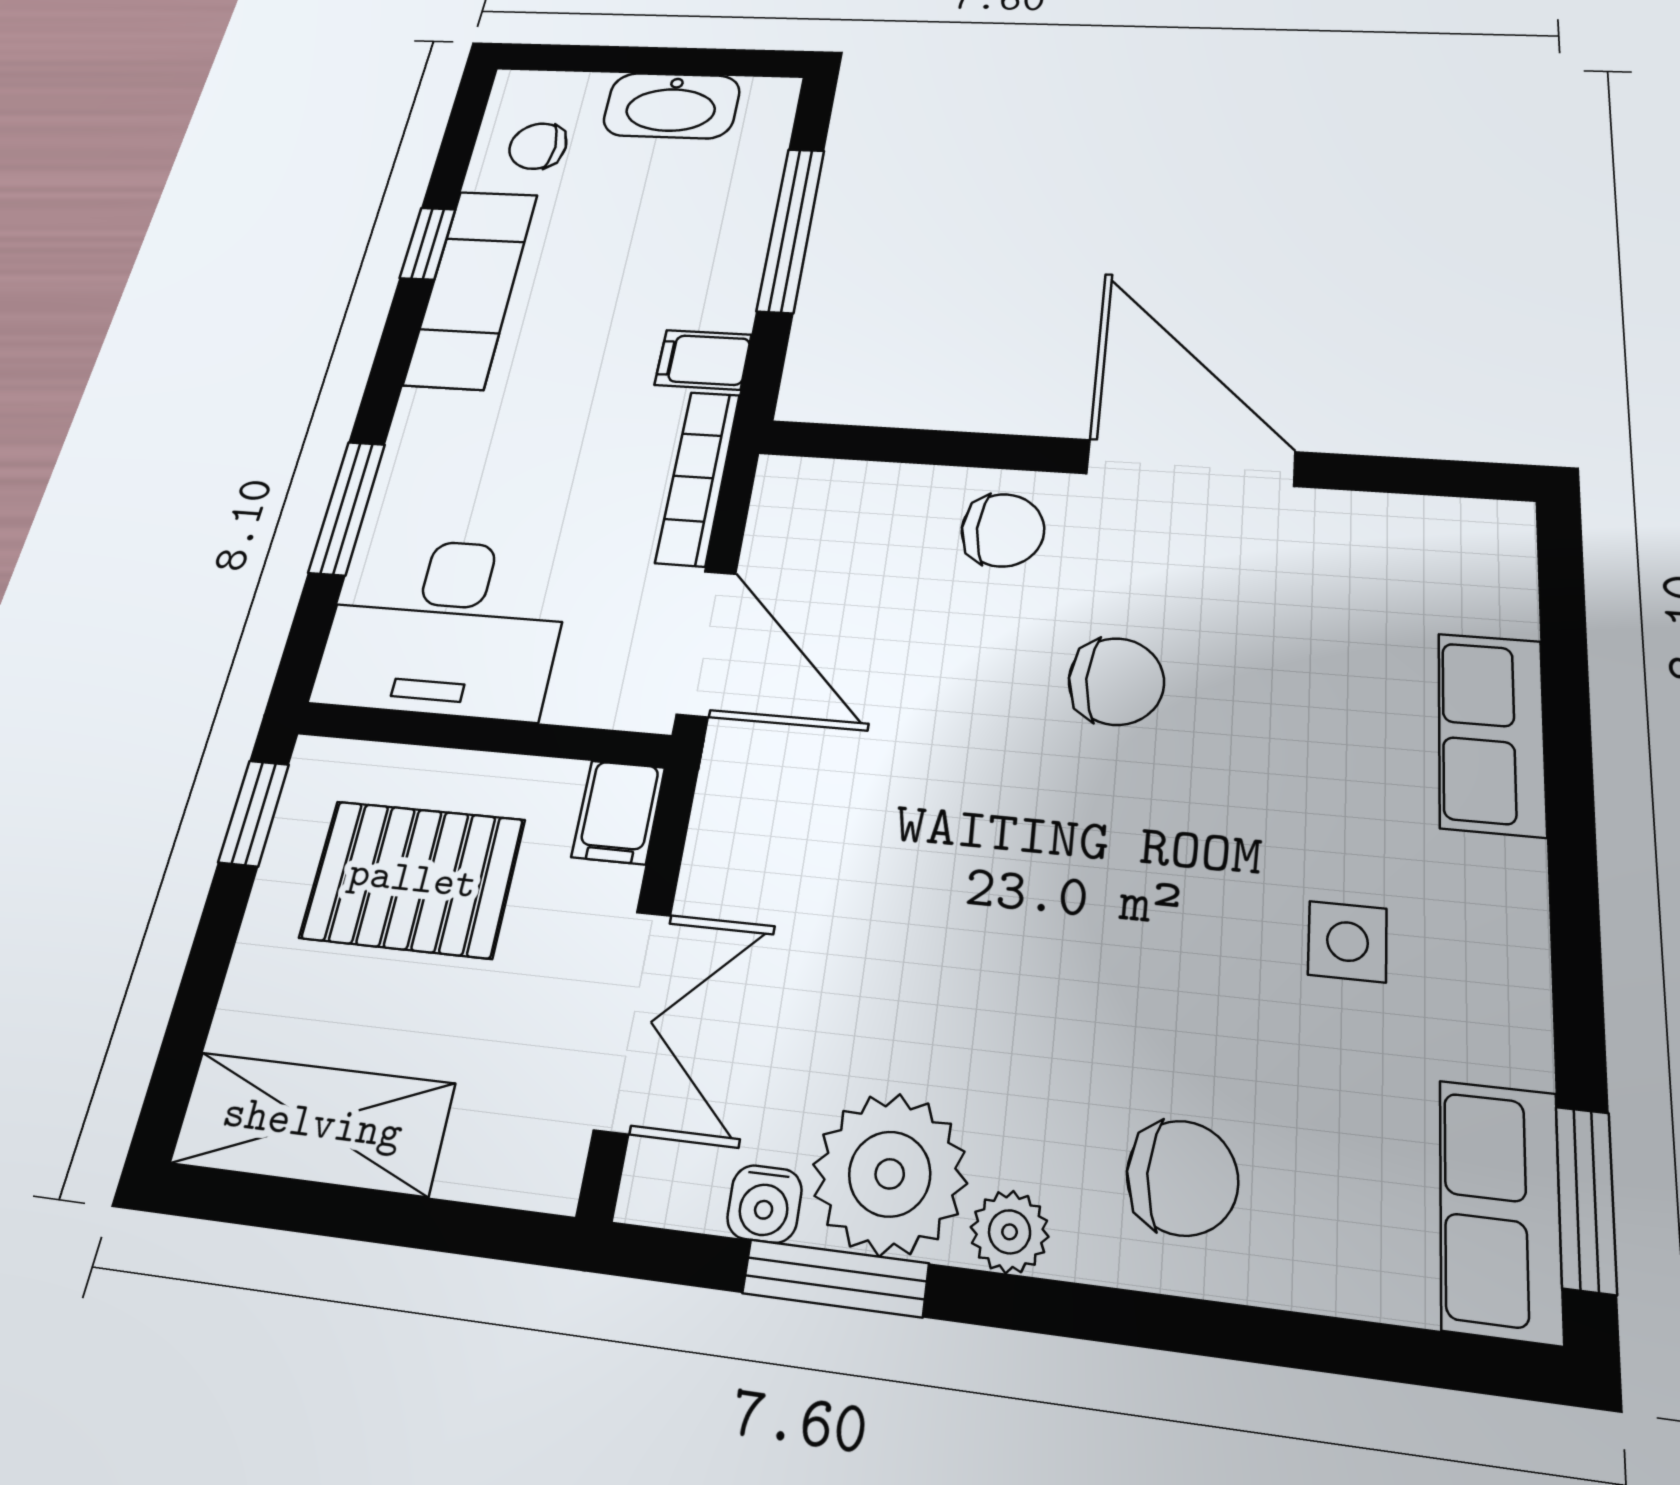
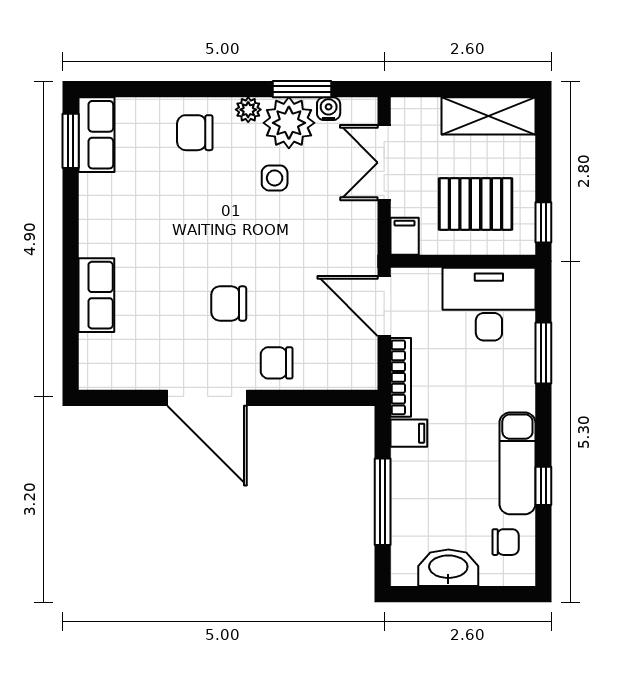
side table: (1347, 942) -> (275, 178), moved

